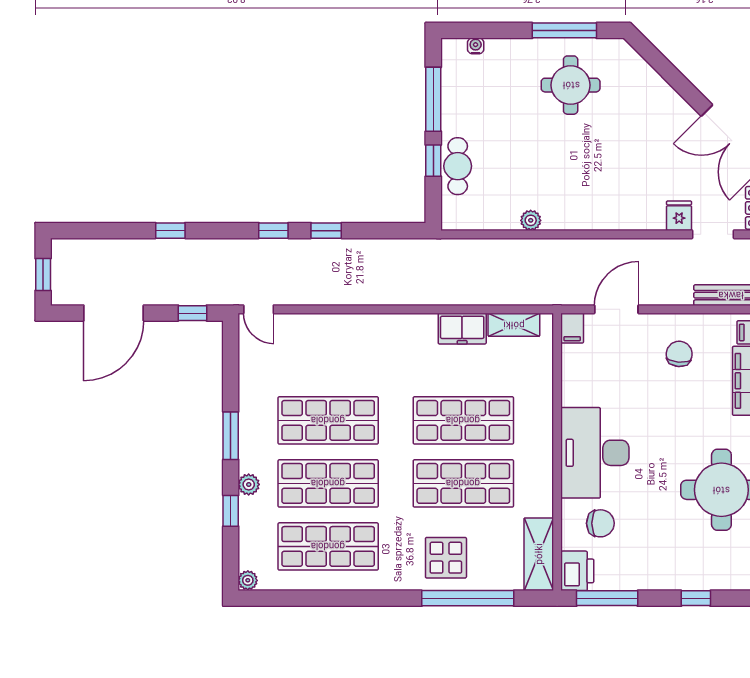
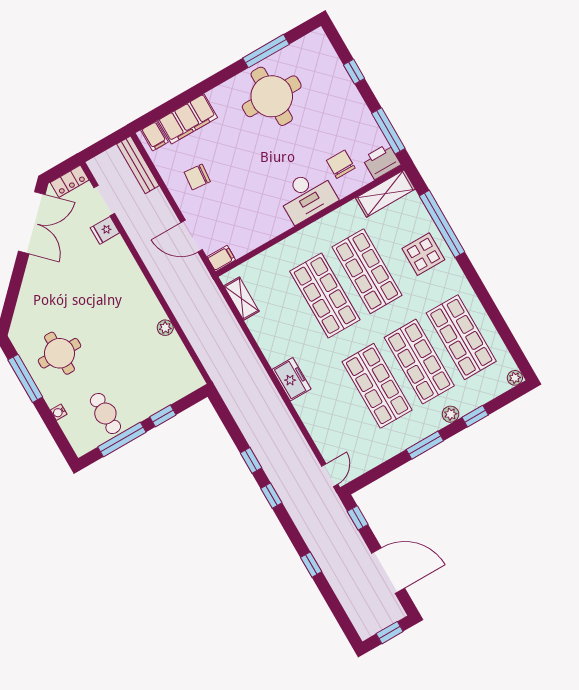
water cooler: (476, 46) -> (59, 412), moved
cafe table: (458, 166) -> (105, 414), moved, turned 90
freezer: (462, 329) -> (292, 379), moved
desk: (595, 453) -> (307, 196), width x0.73, depth x0.77

